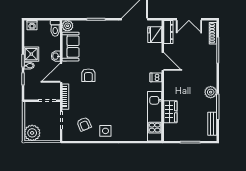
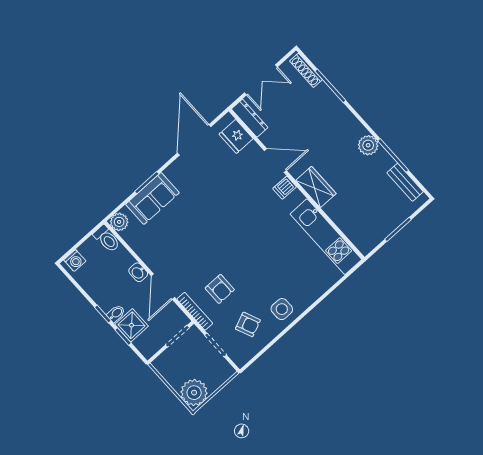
sofa: (71, 47) -> (152, 198), moved, turned 90
shower: (31, 54) -> (132, 325), moved
armchair: (88, 75) -> (220, 289), moved
wardrobe: (170, 112) -> (316, 187), moved

